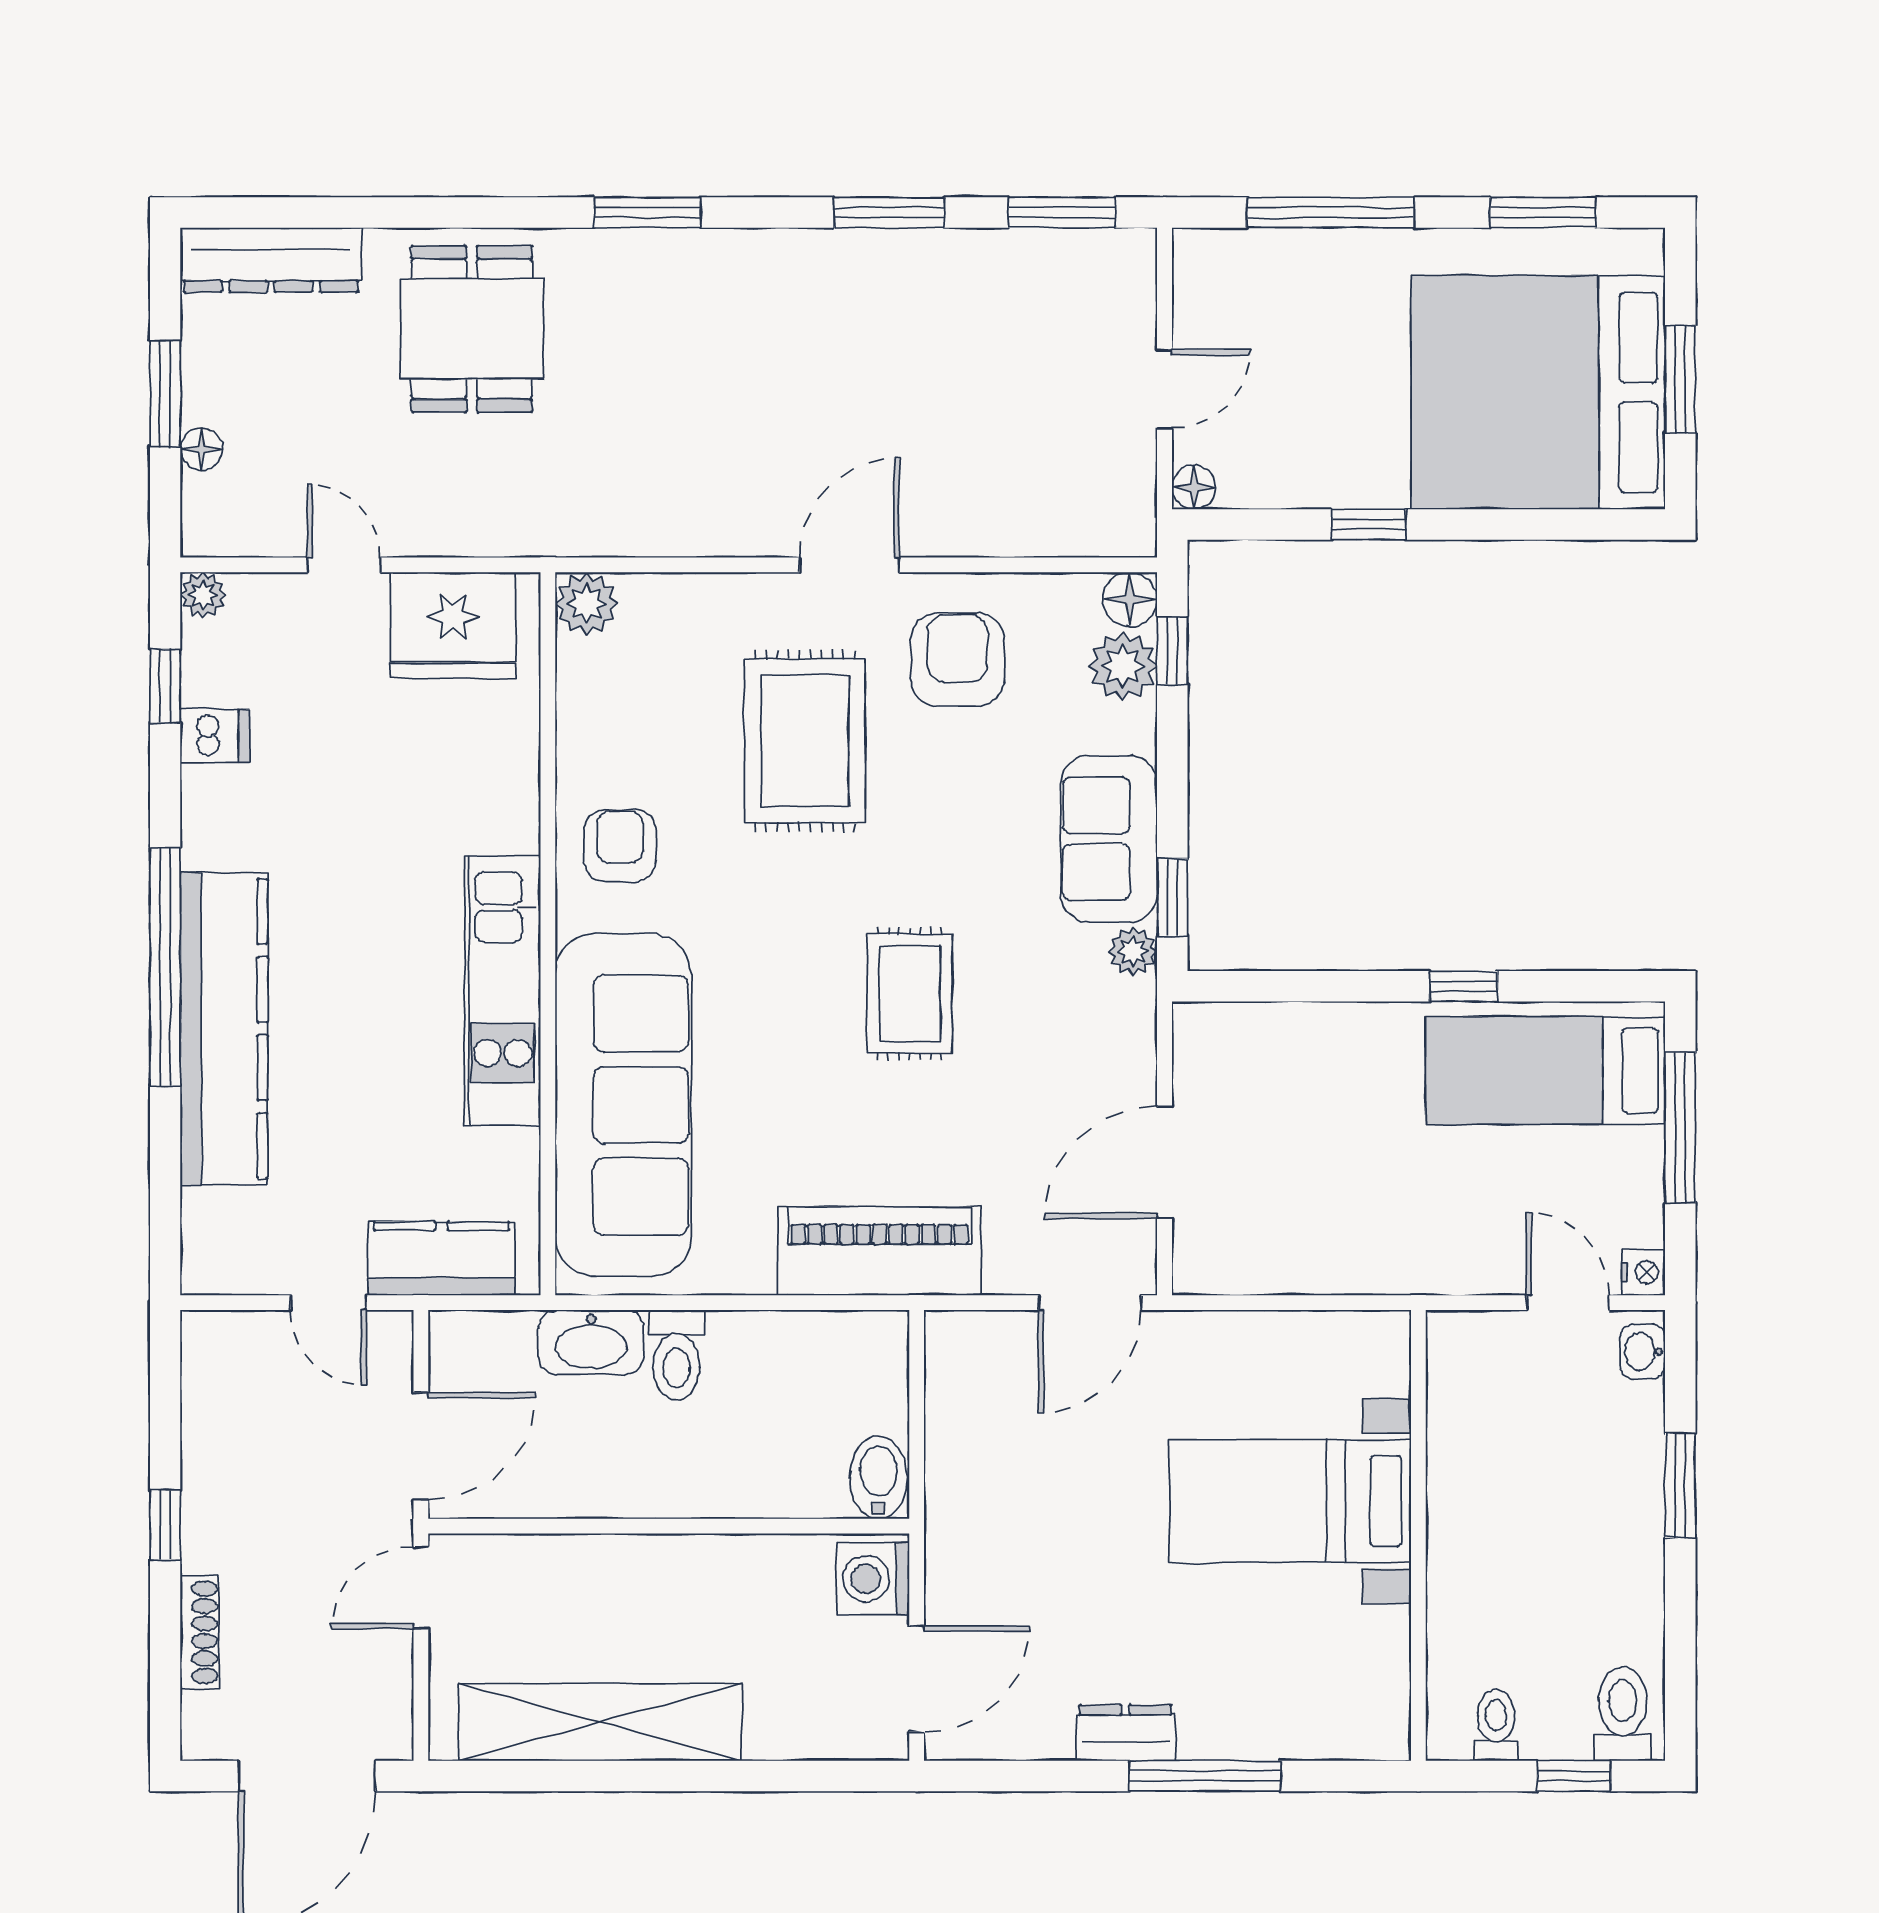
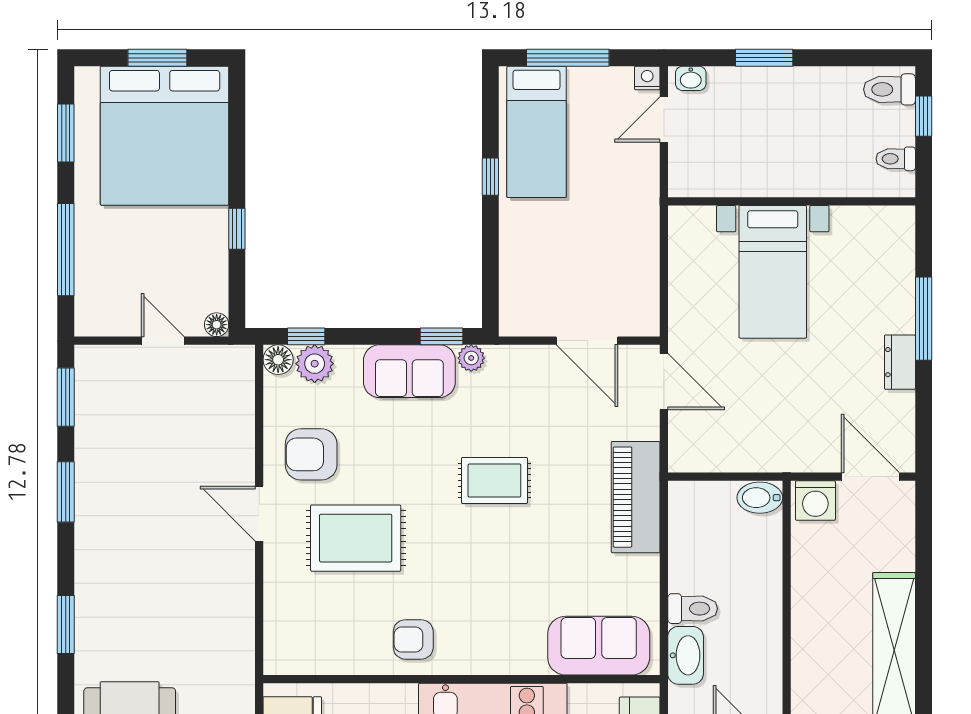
plant: (586, 604) -> (280, 658), removed
sofa: (623, 1105) -> (599, 646), width x0.54, depth x0.79

